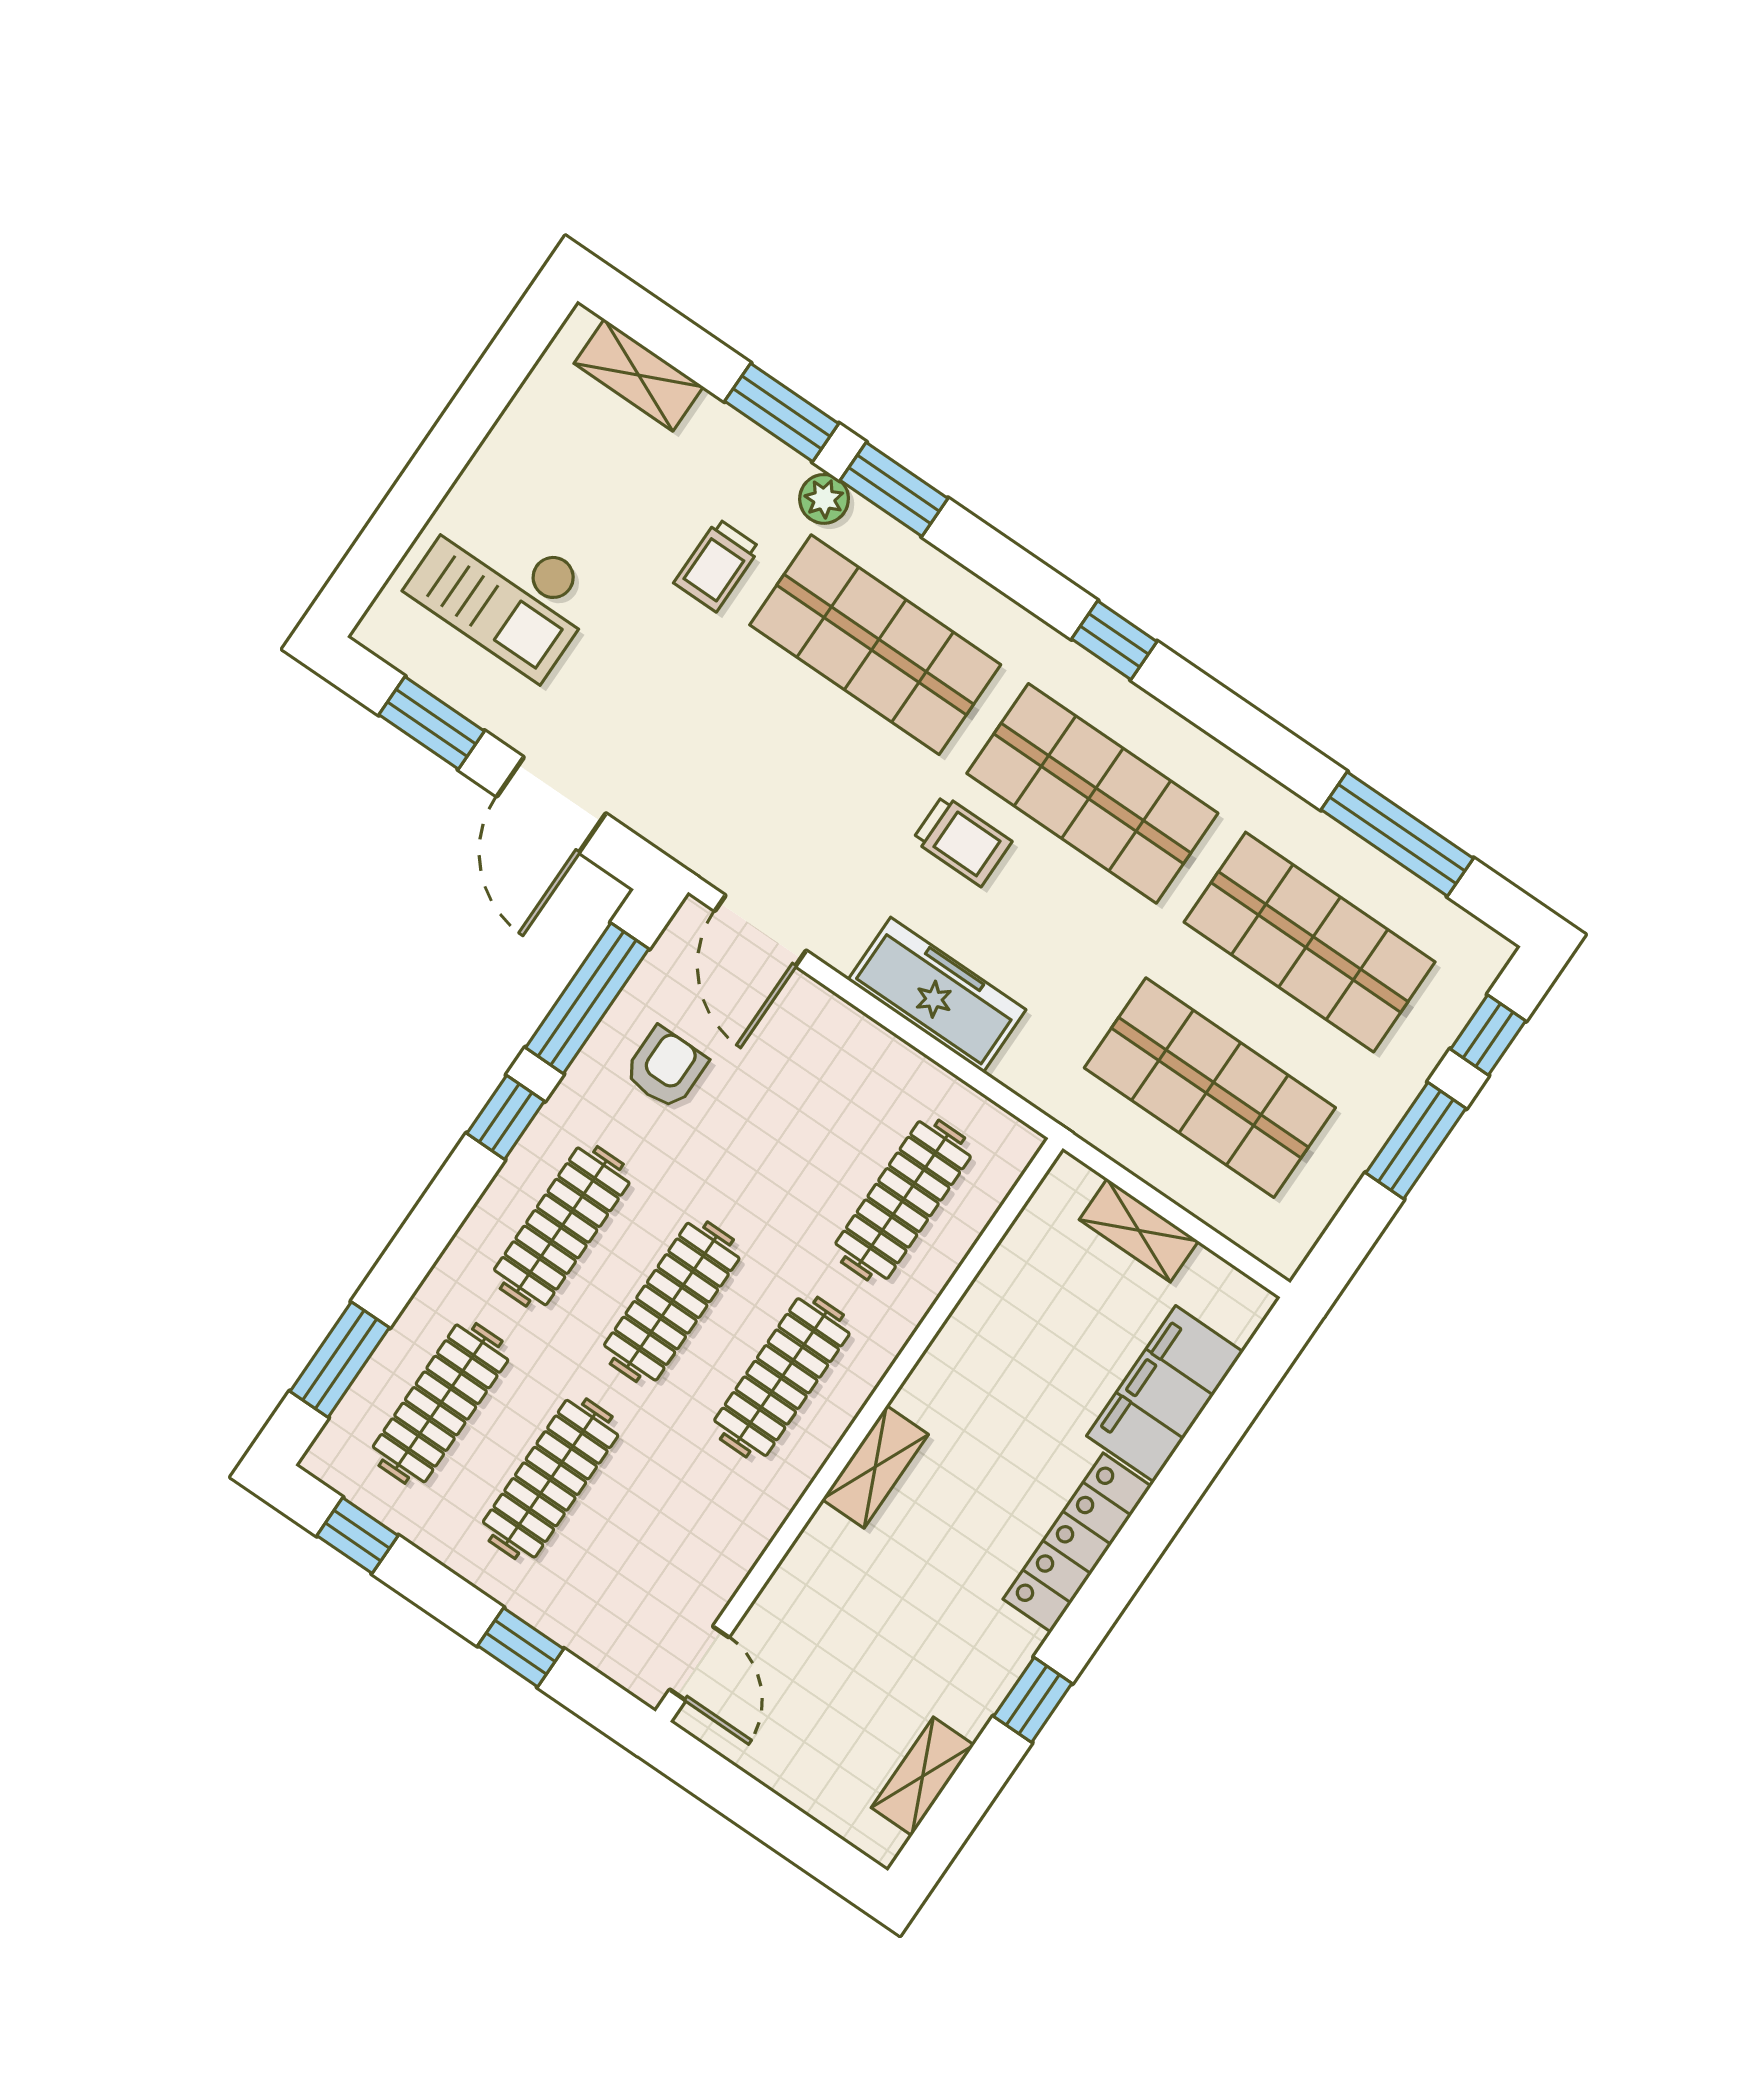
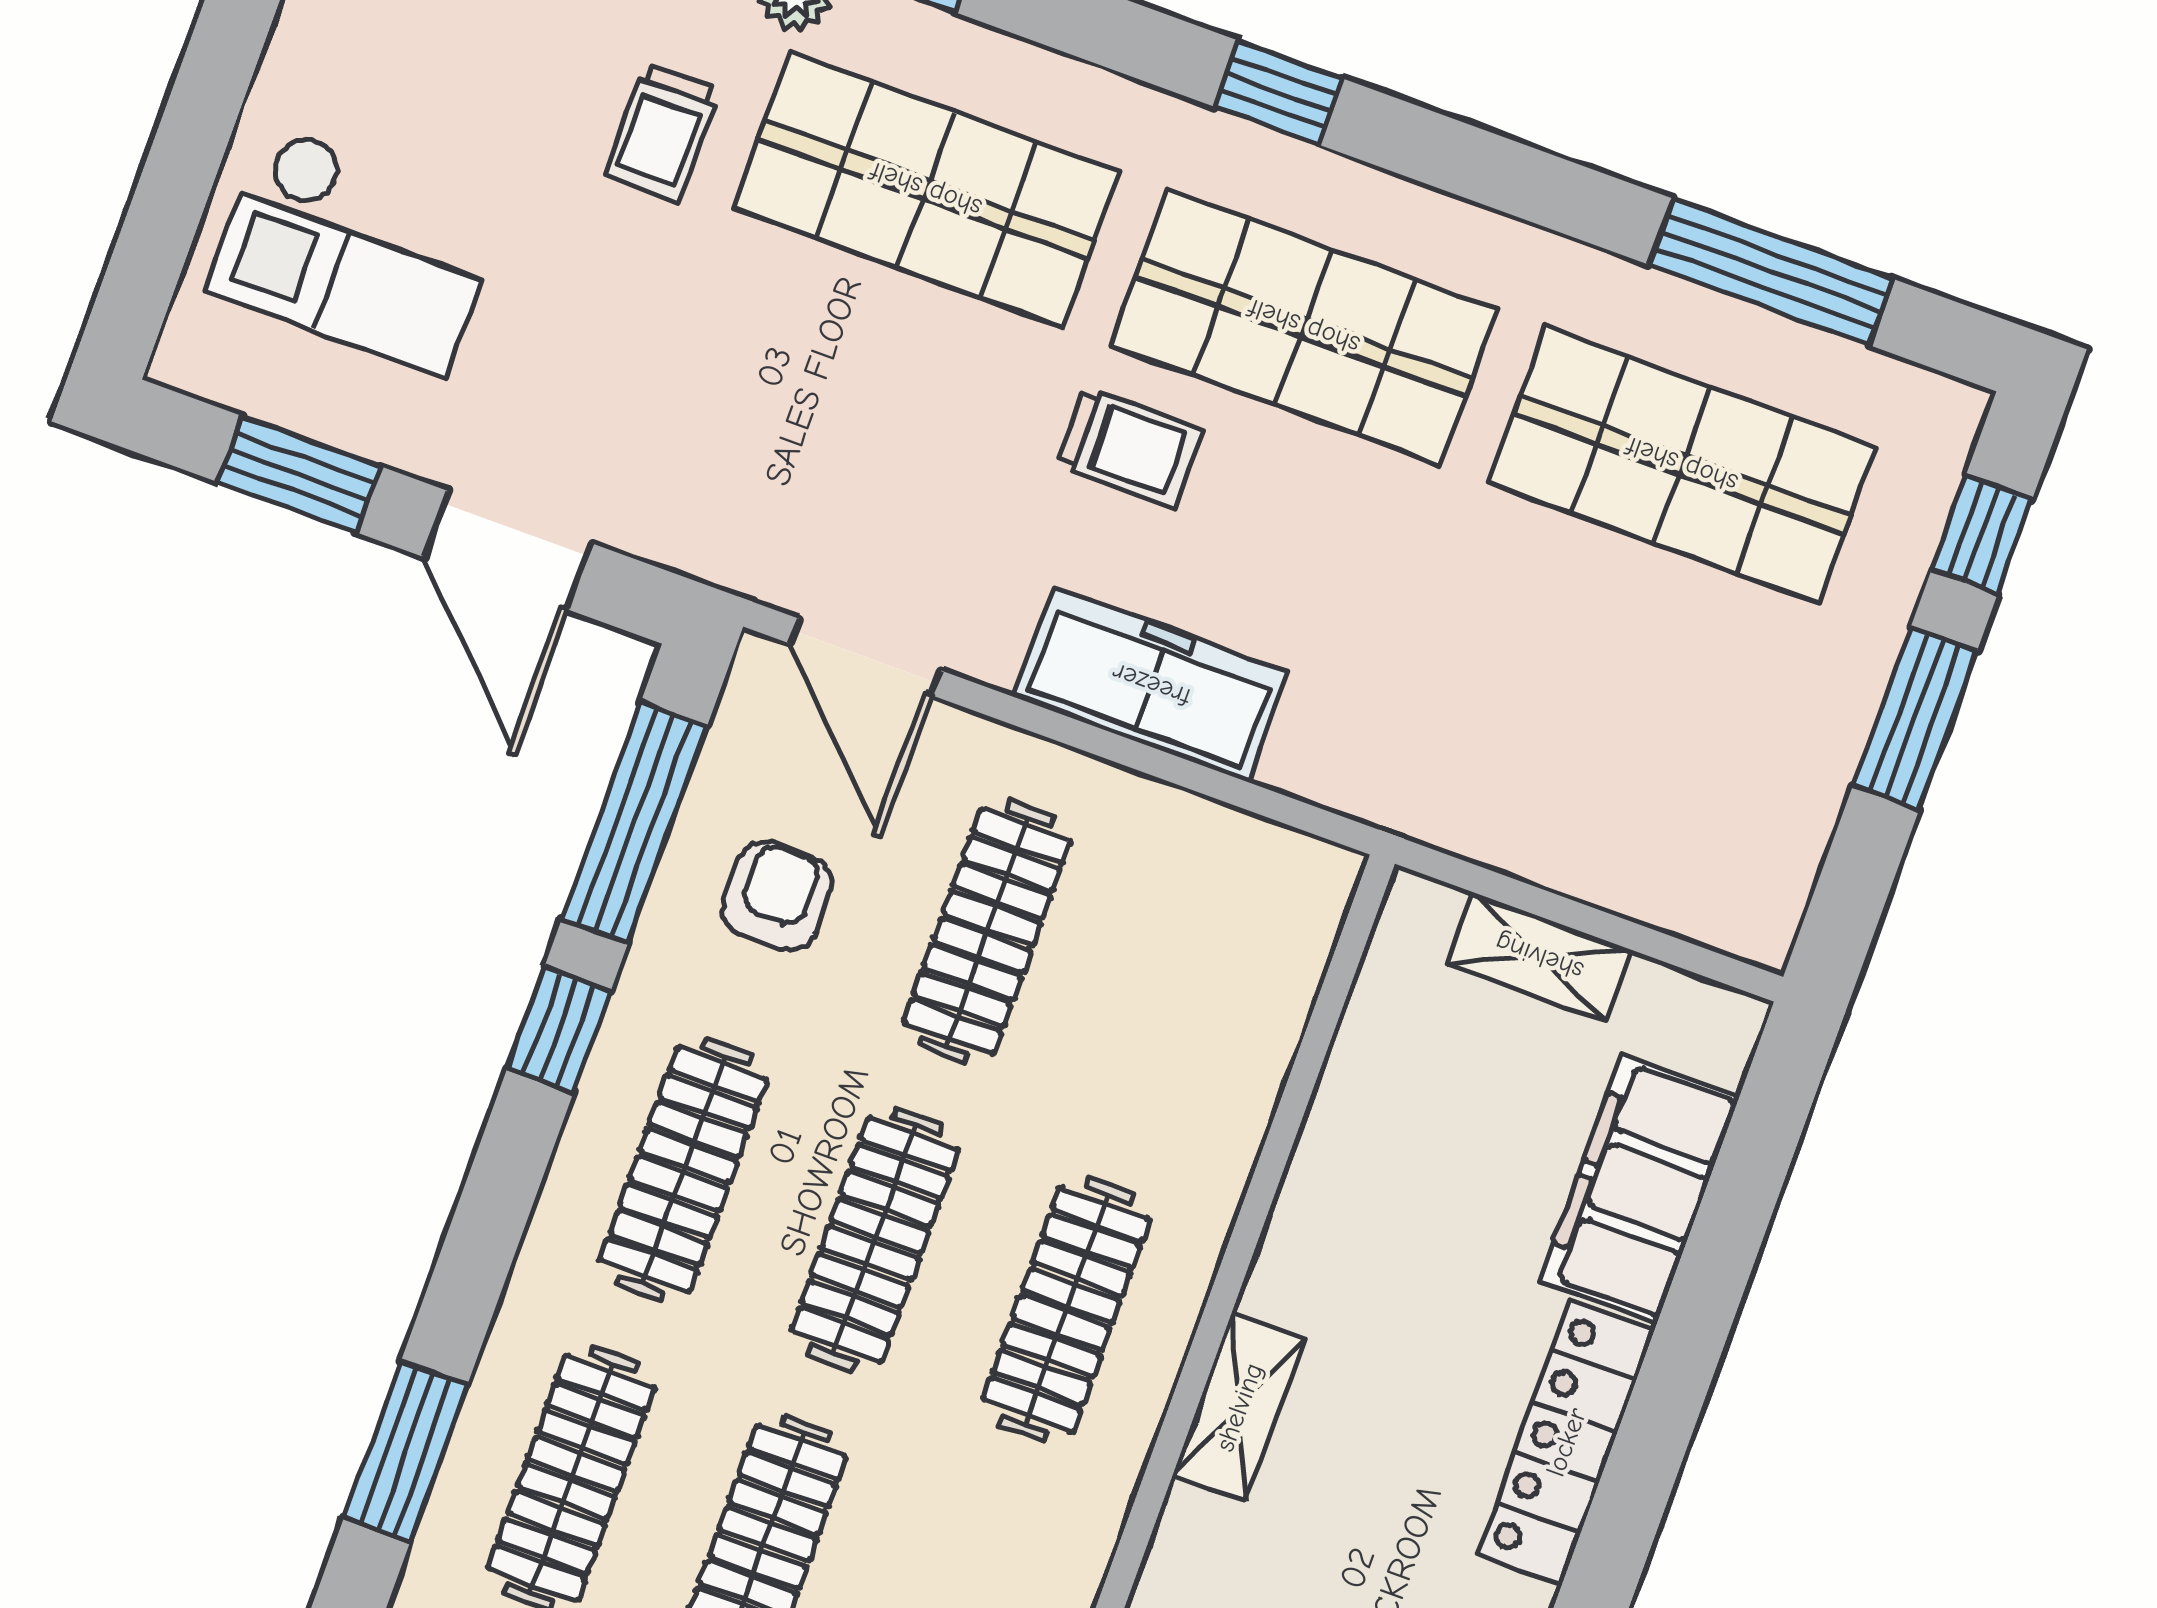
shop shelf: (1210, 1088) -> (1590, 718), removed
clothes rail: (903, 1200) -> (987, 932), moved

